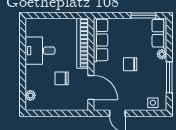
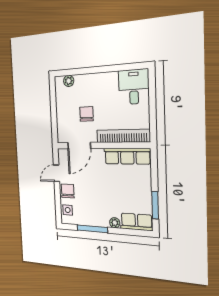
desk: (40, 51) -> (134, 87), moved
chair: (130, 64) -> (68, 191), moved

